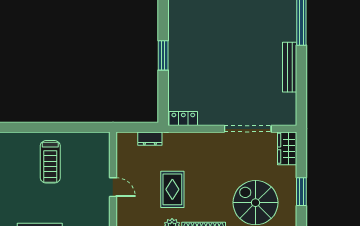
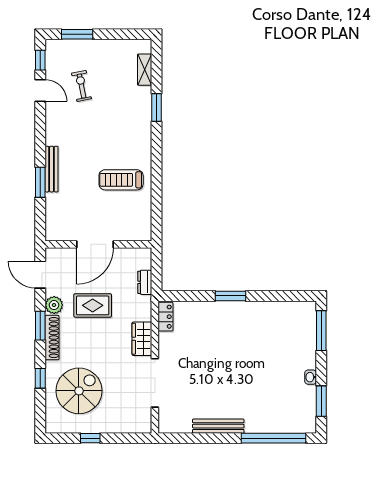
wardrobe: (287, 148) -> (142, 339), moved, turned -90
door: (113, 187) -> (95, 244), width x1.88
window: (301, 192) -> (90, 438), width x0.67

